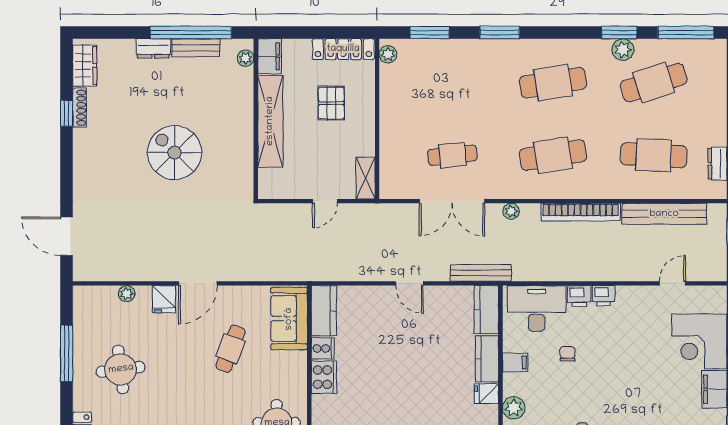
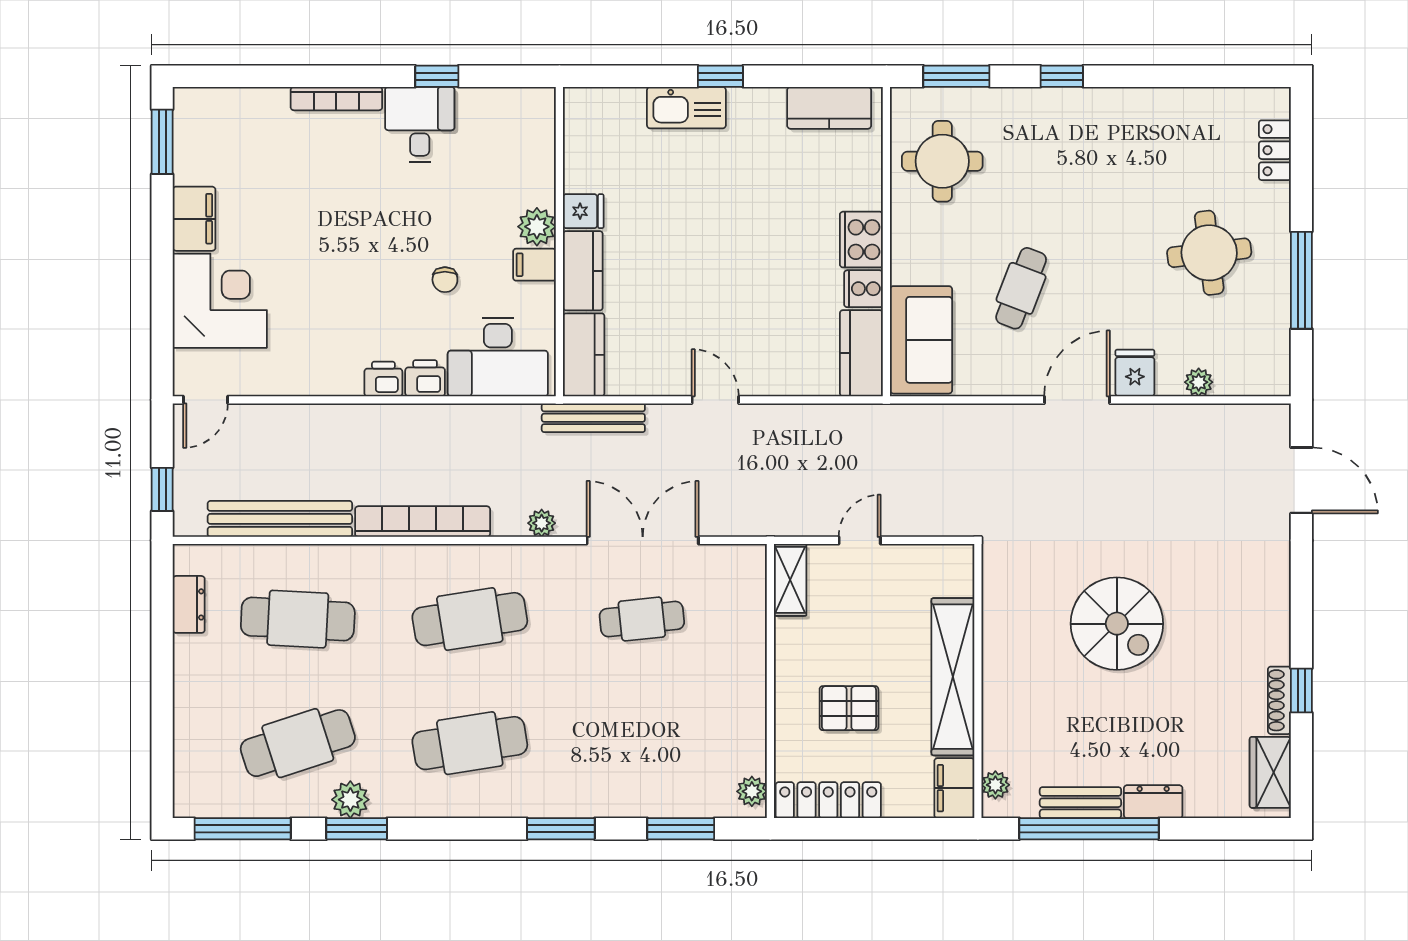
pallet: (331, 103) -> (849, 708), turned 90
door: (672, 283) -> (205, 400), moved
plant: (514, 408) -> (537, 227), moved

